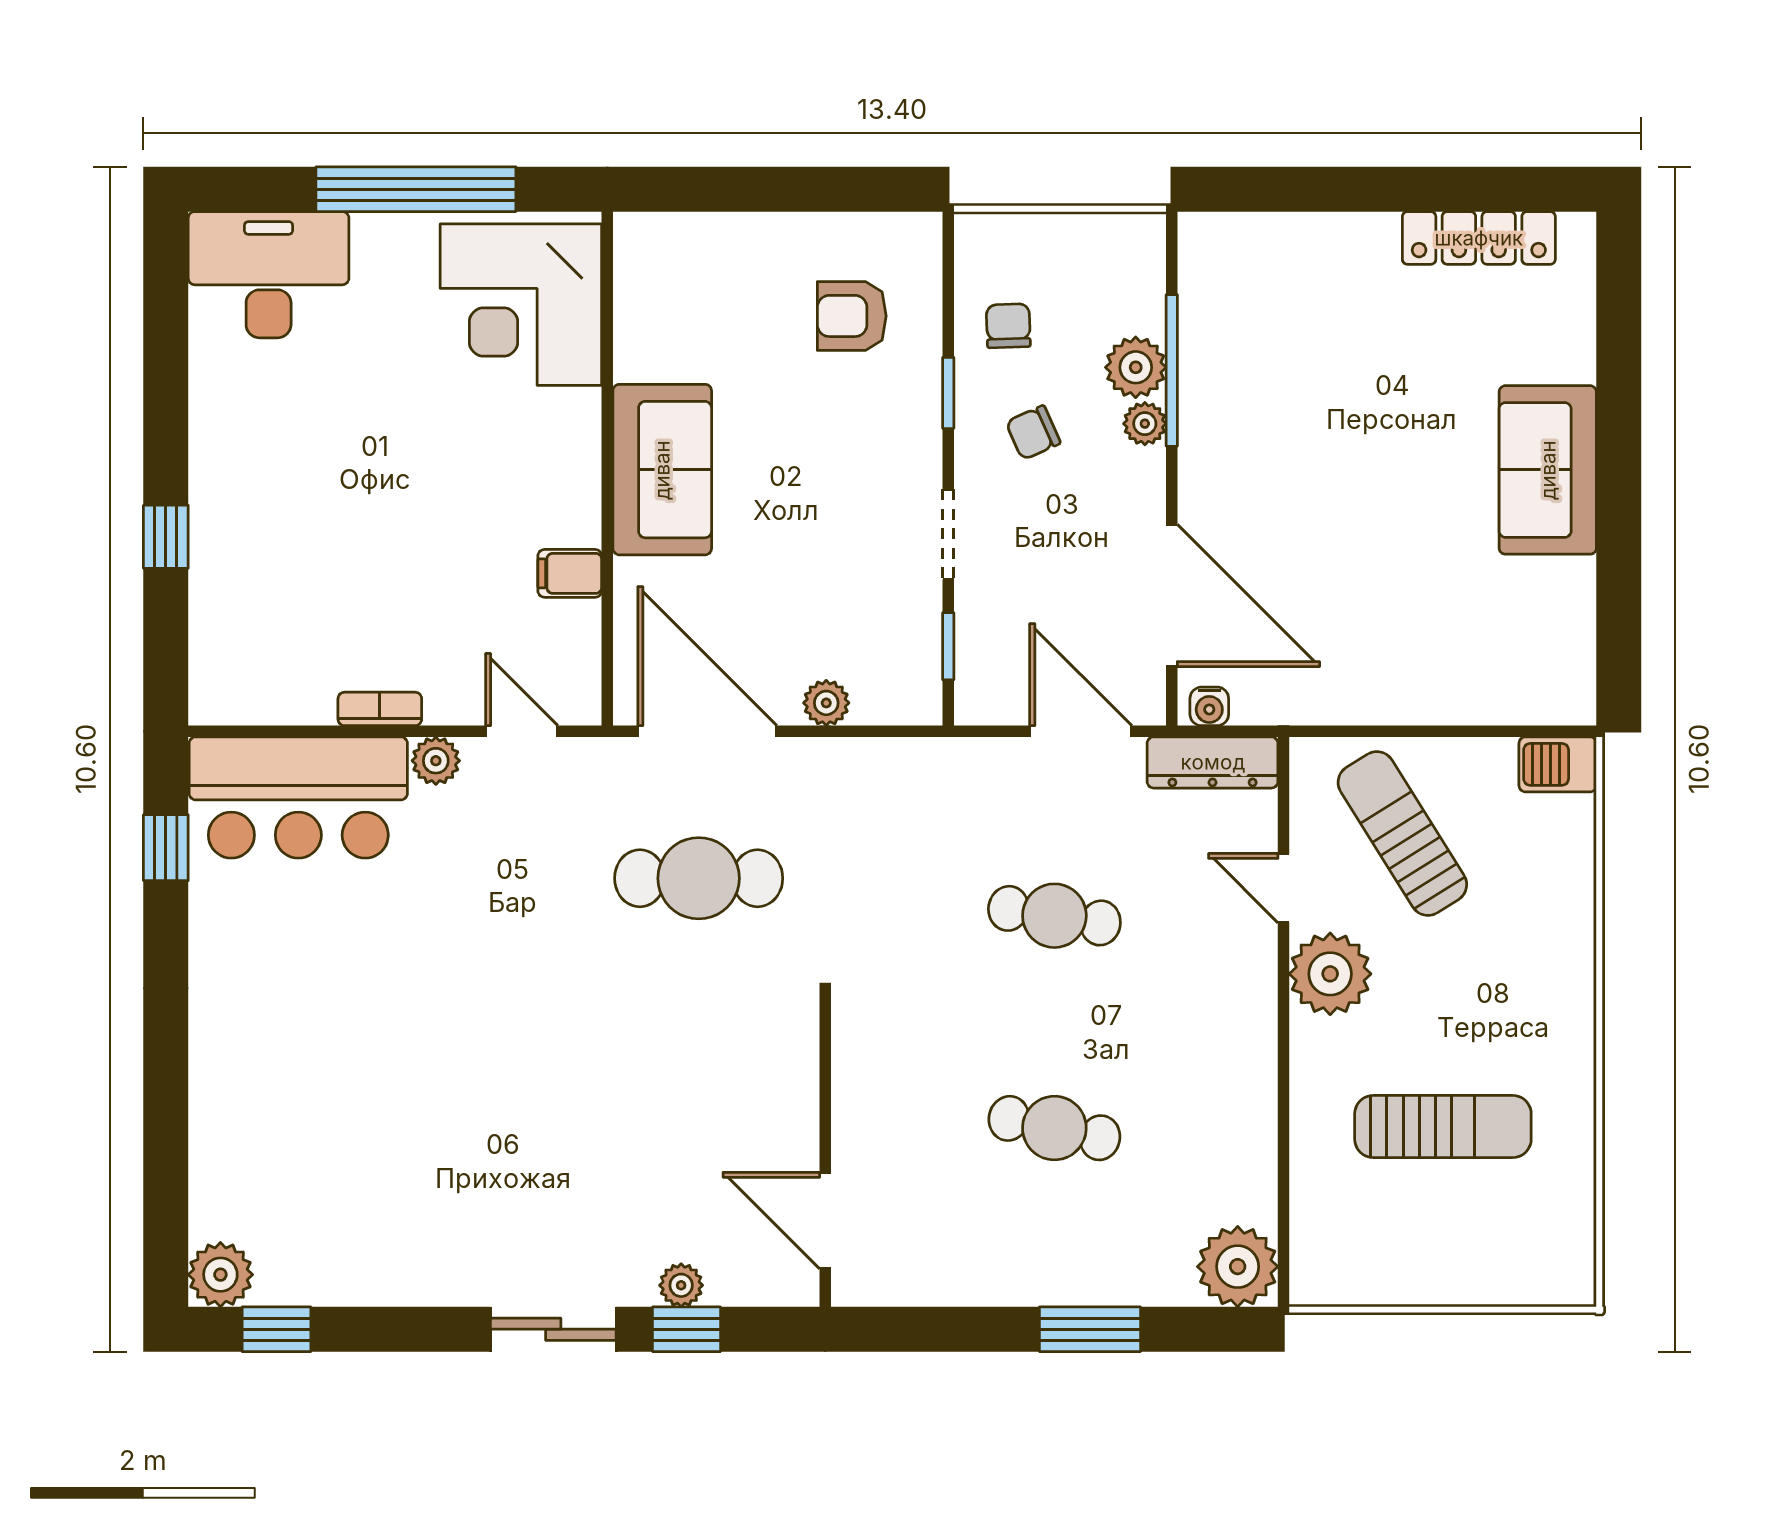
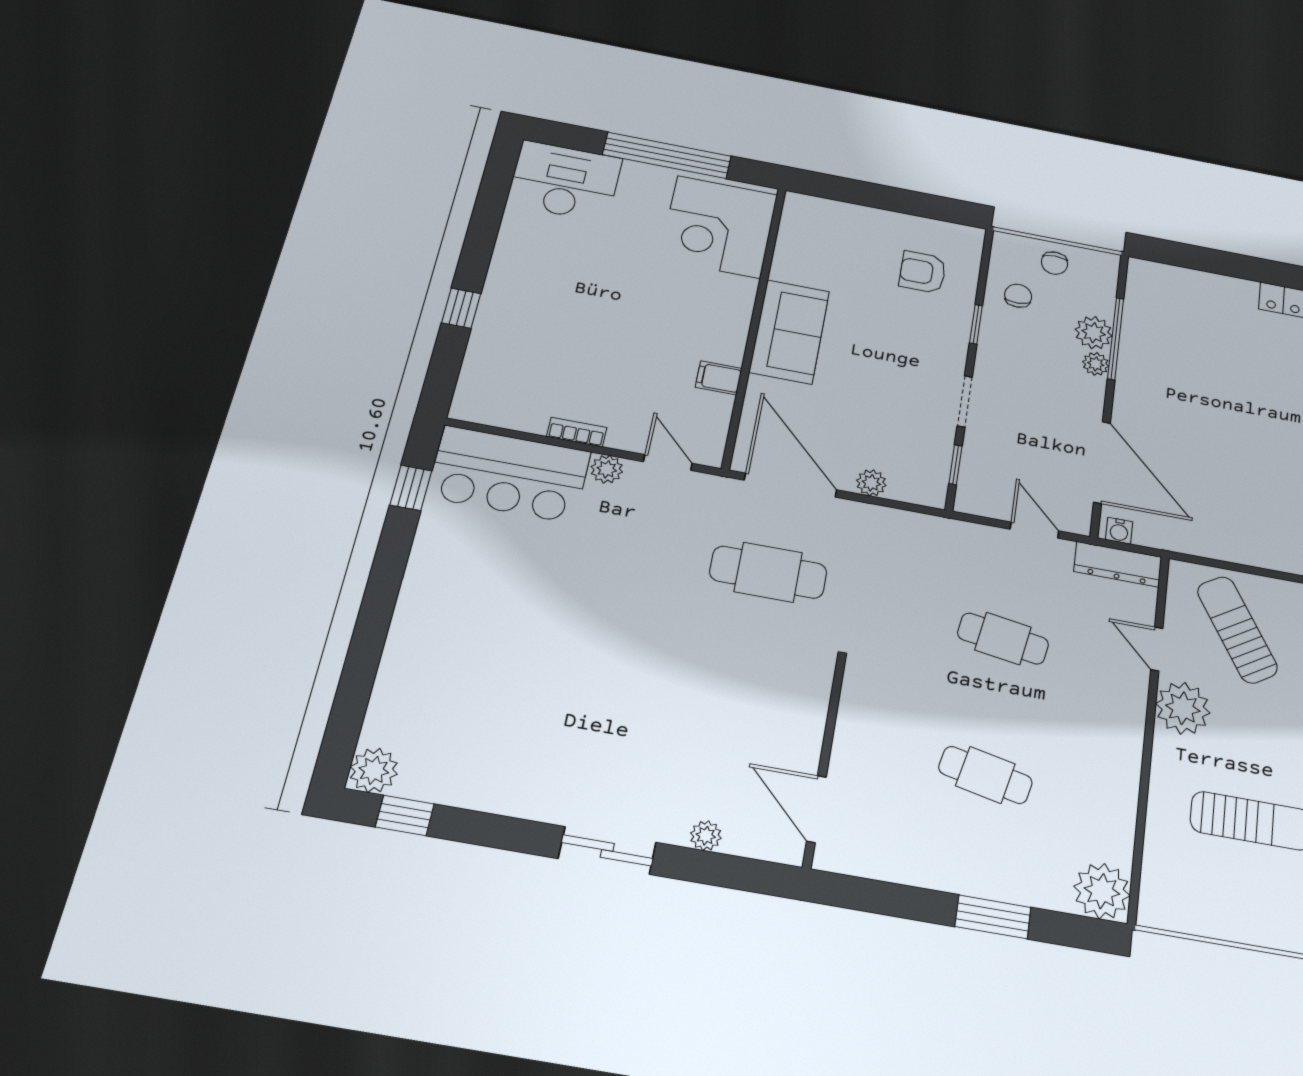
chair: (1033, 433) -> (1054, 263), moved, turned -66
door: (1081, 731) -> (1034, 530), width x0.73
window: (687, 1329) -> (704, 867), removed

